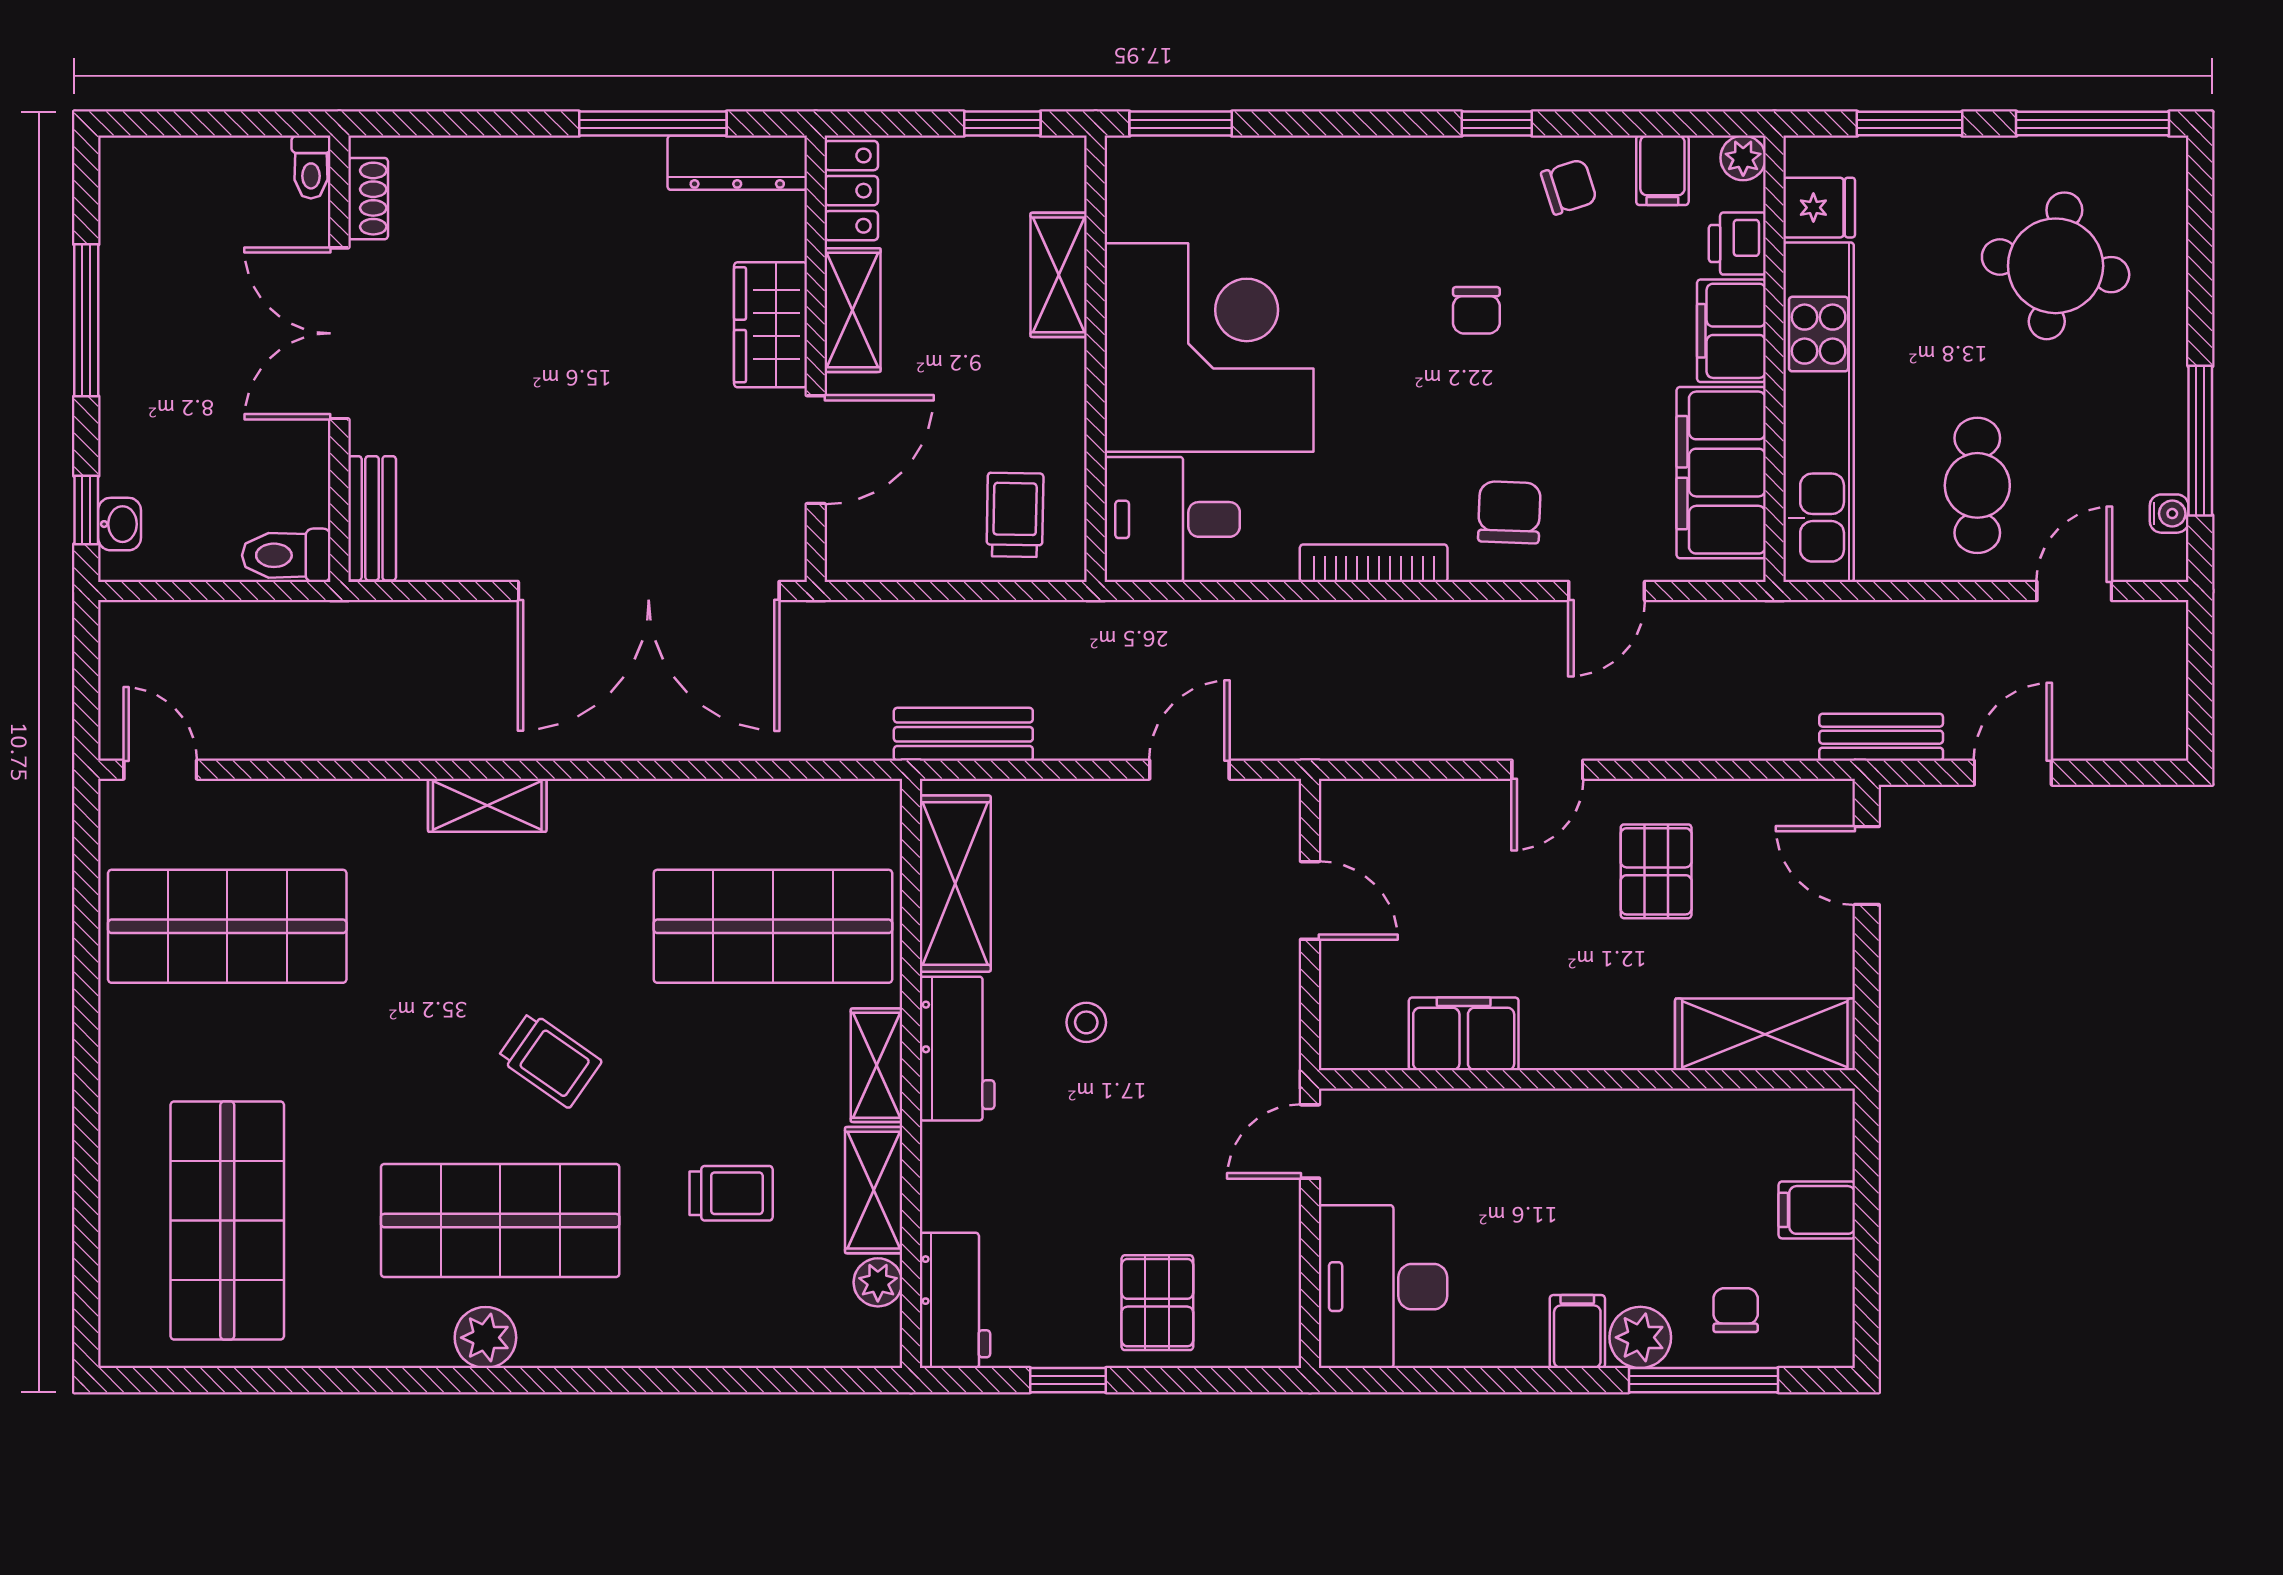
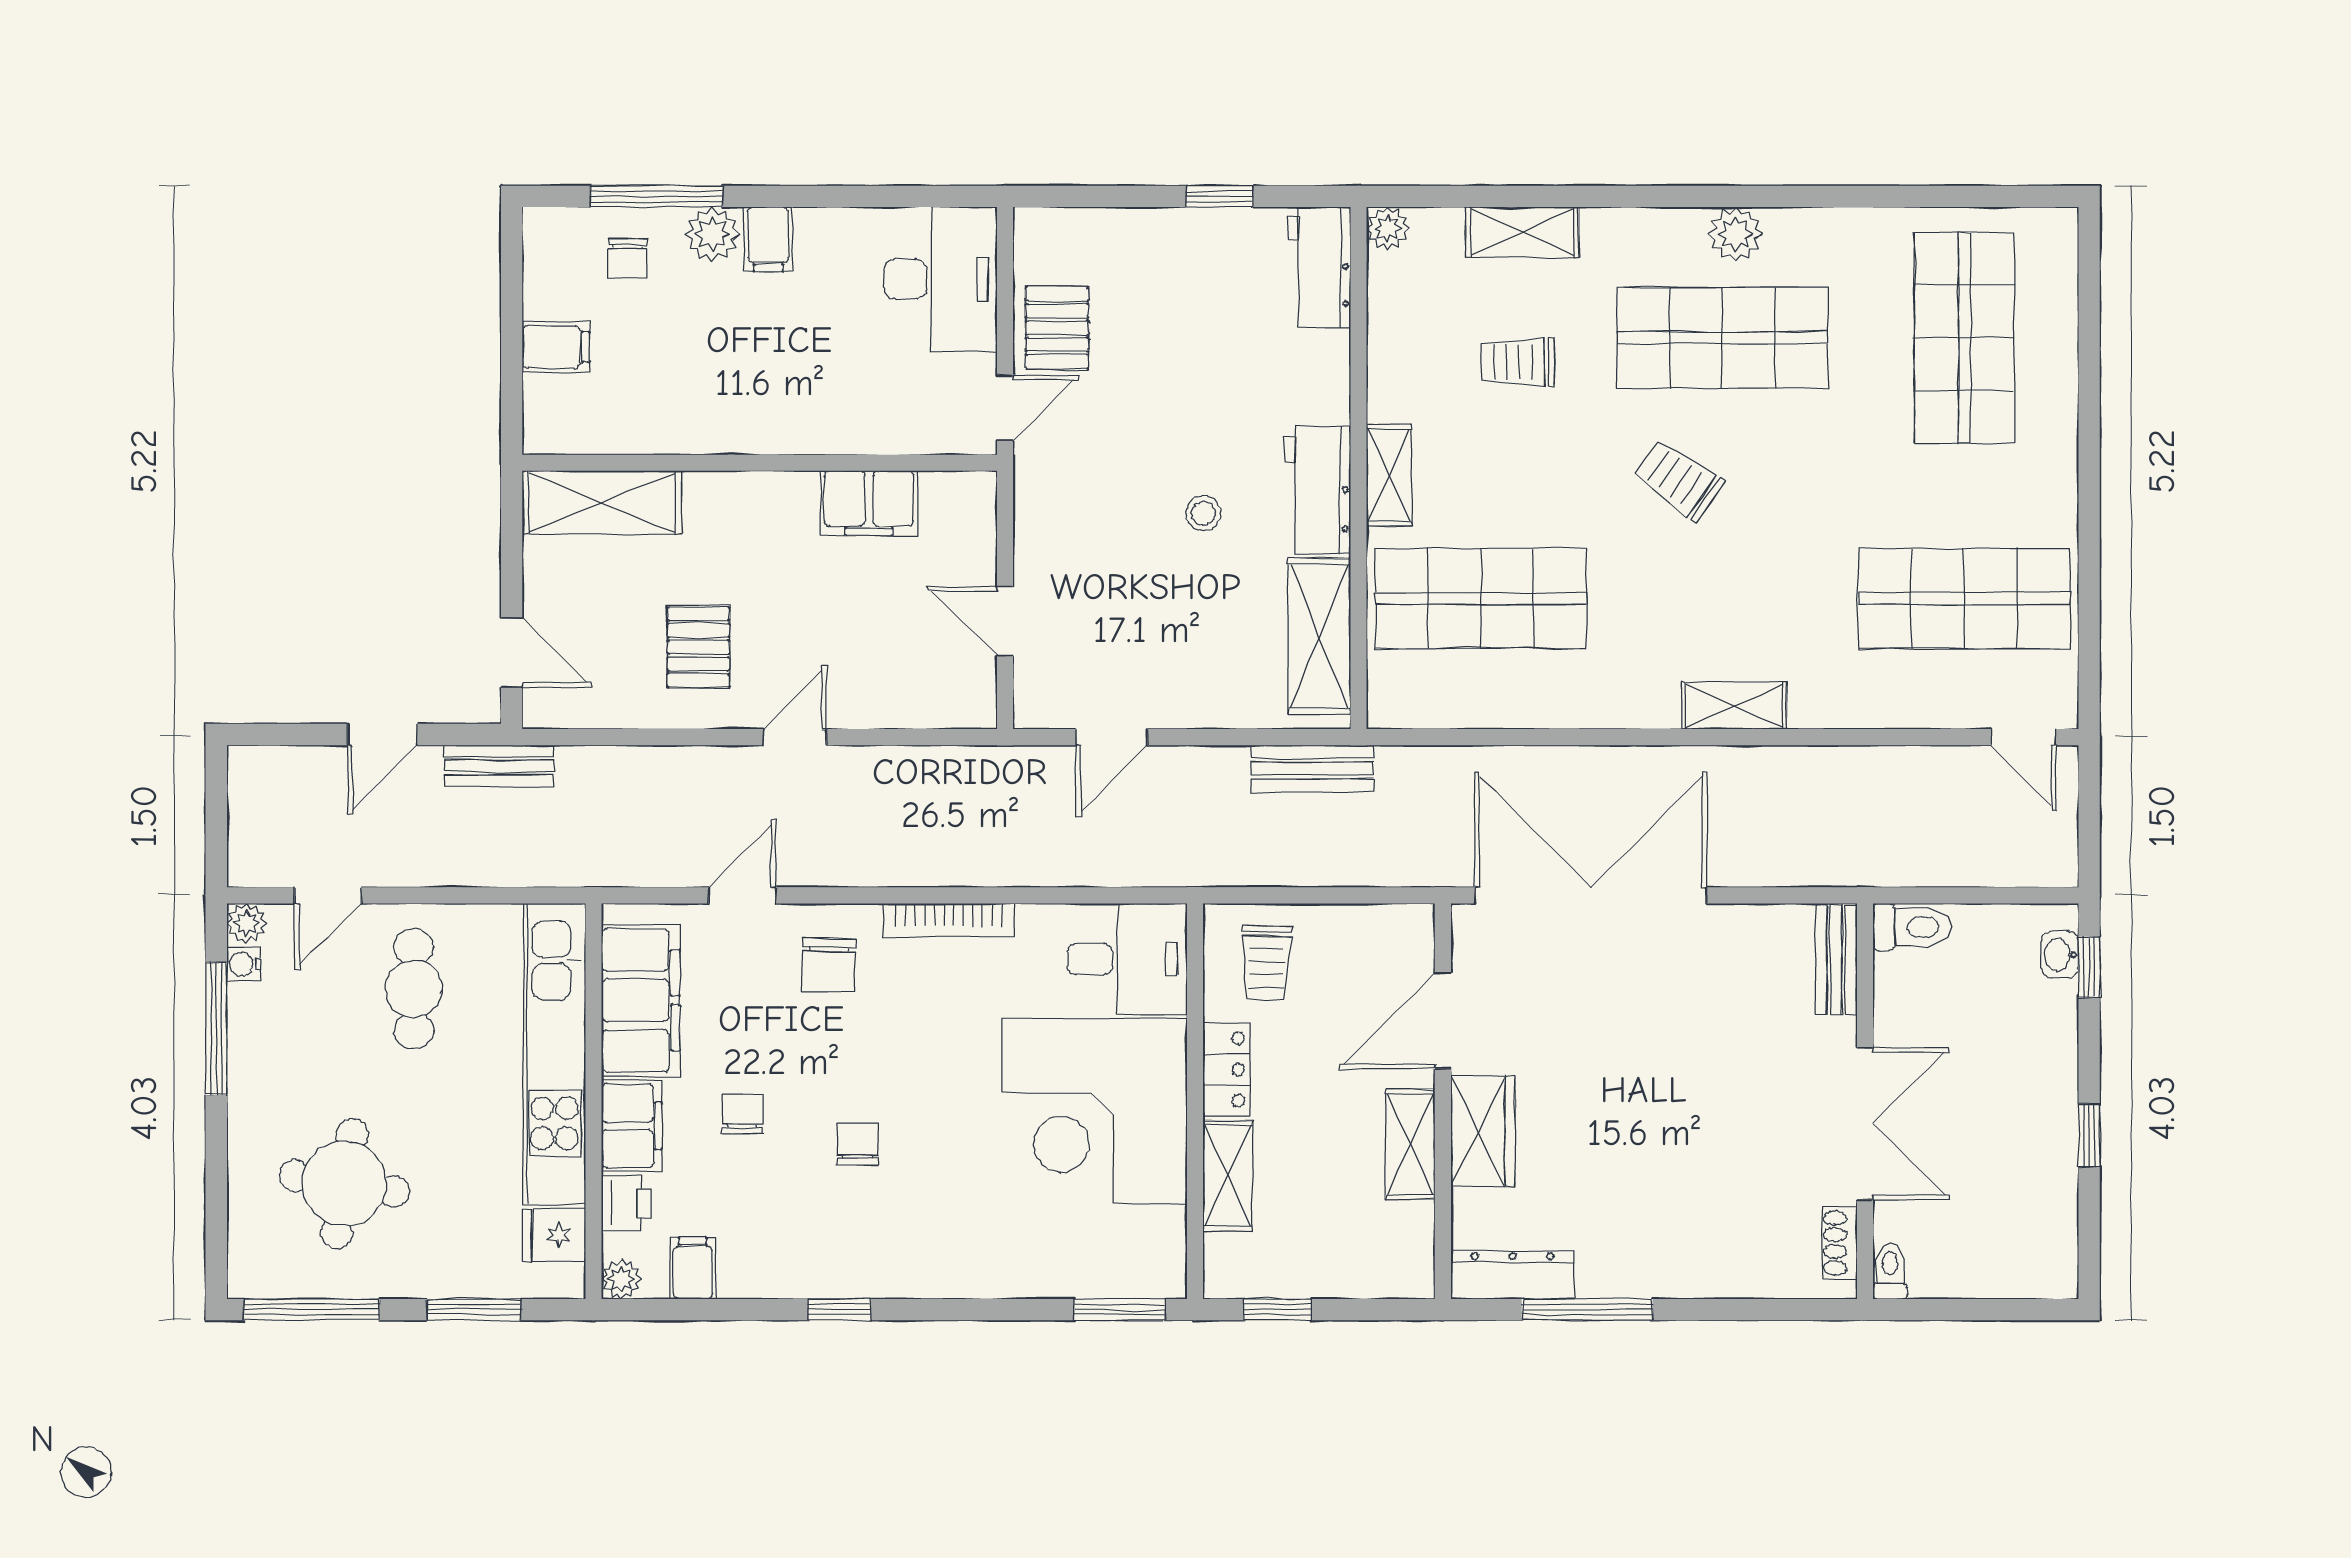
chair: (1569, 187) -> (742, 1114), moved, turned 108
locker: (851, 191) -> (1226, 1069), moved, turned 180
window: (86, 320) -> (2089, 1135), width x0.46
plant: (2166, 560) -> (247, 923), added
shelving: (874, 1190) -> (1522, 232), moved, turned 90
plant: (878, 1282) -> (1388, 228), moved
pallet: (1157, 1303) -> (1057, 328), moved

